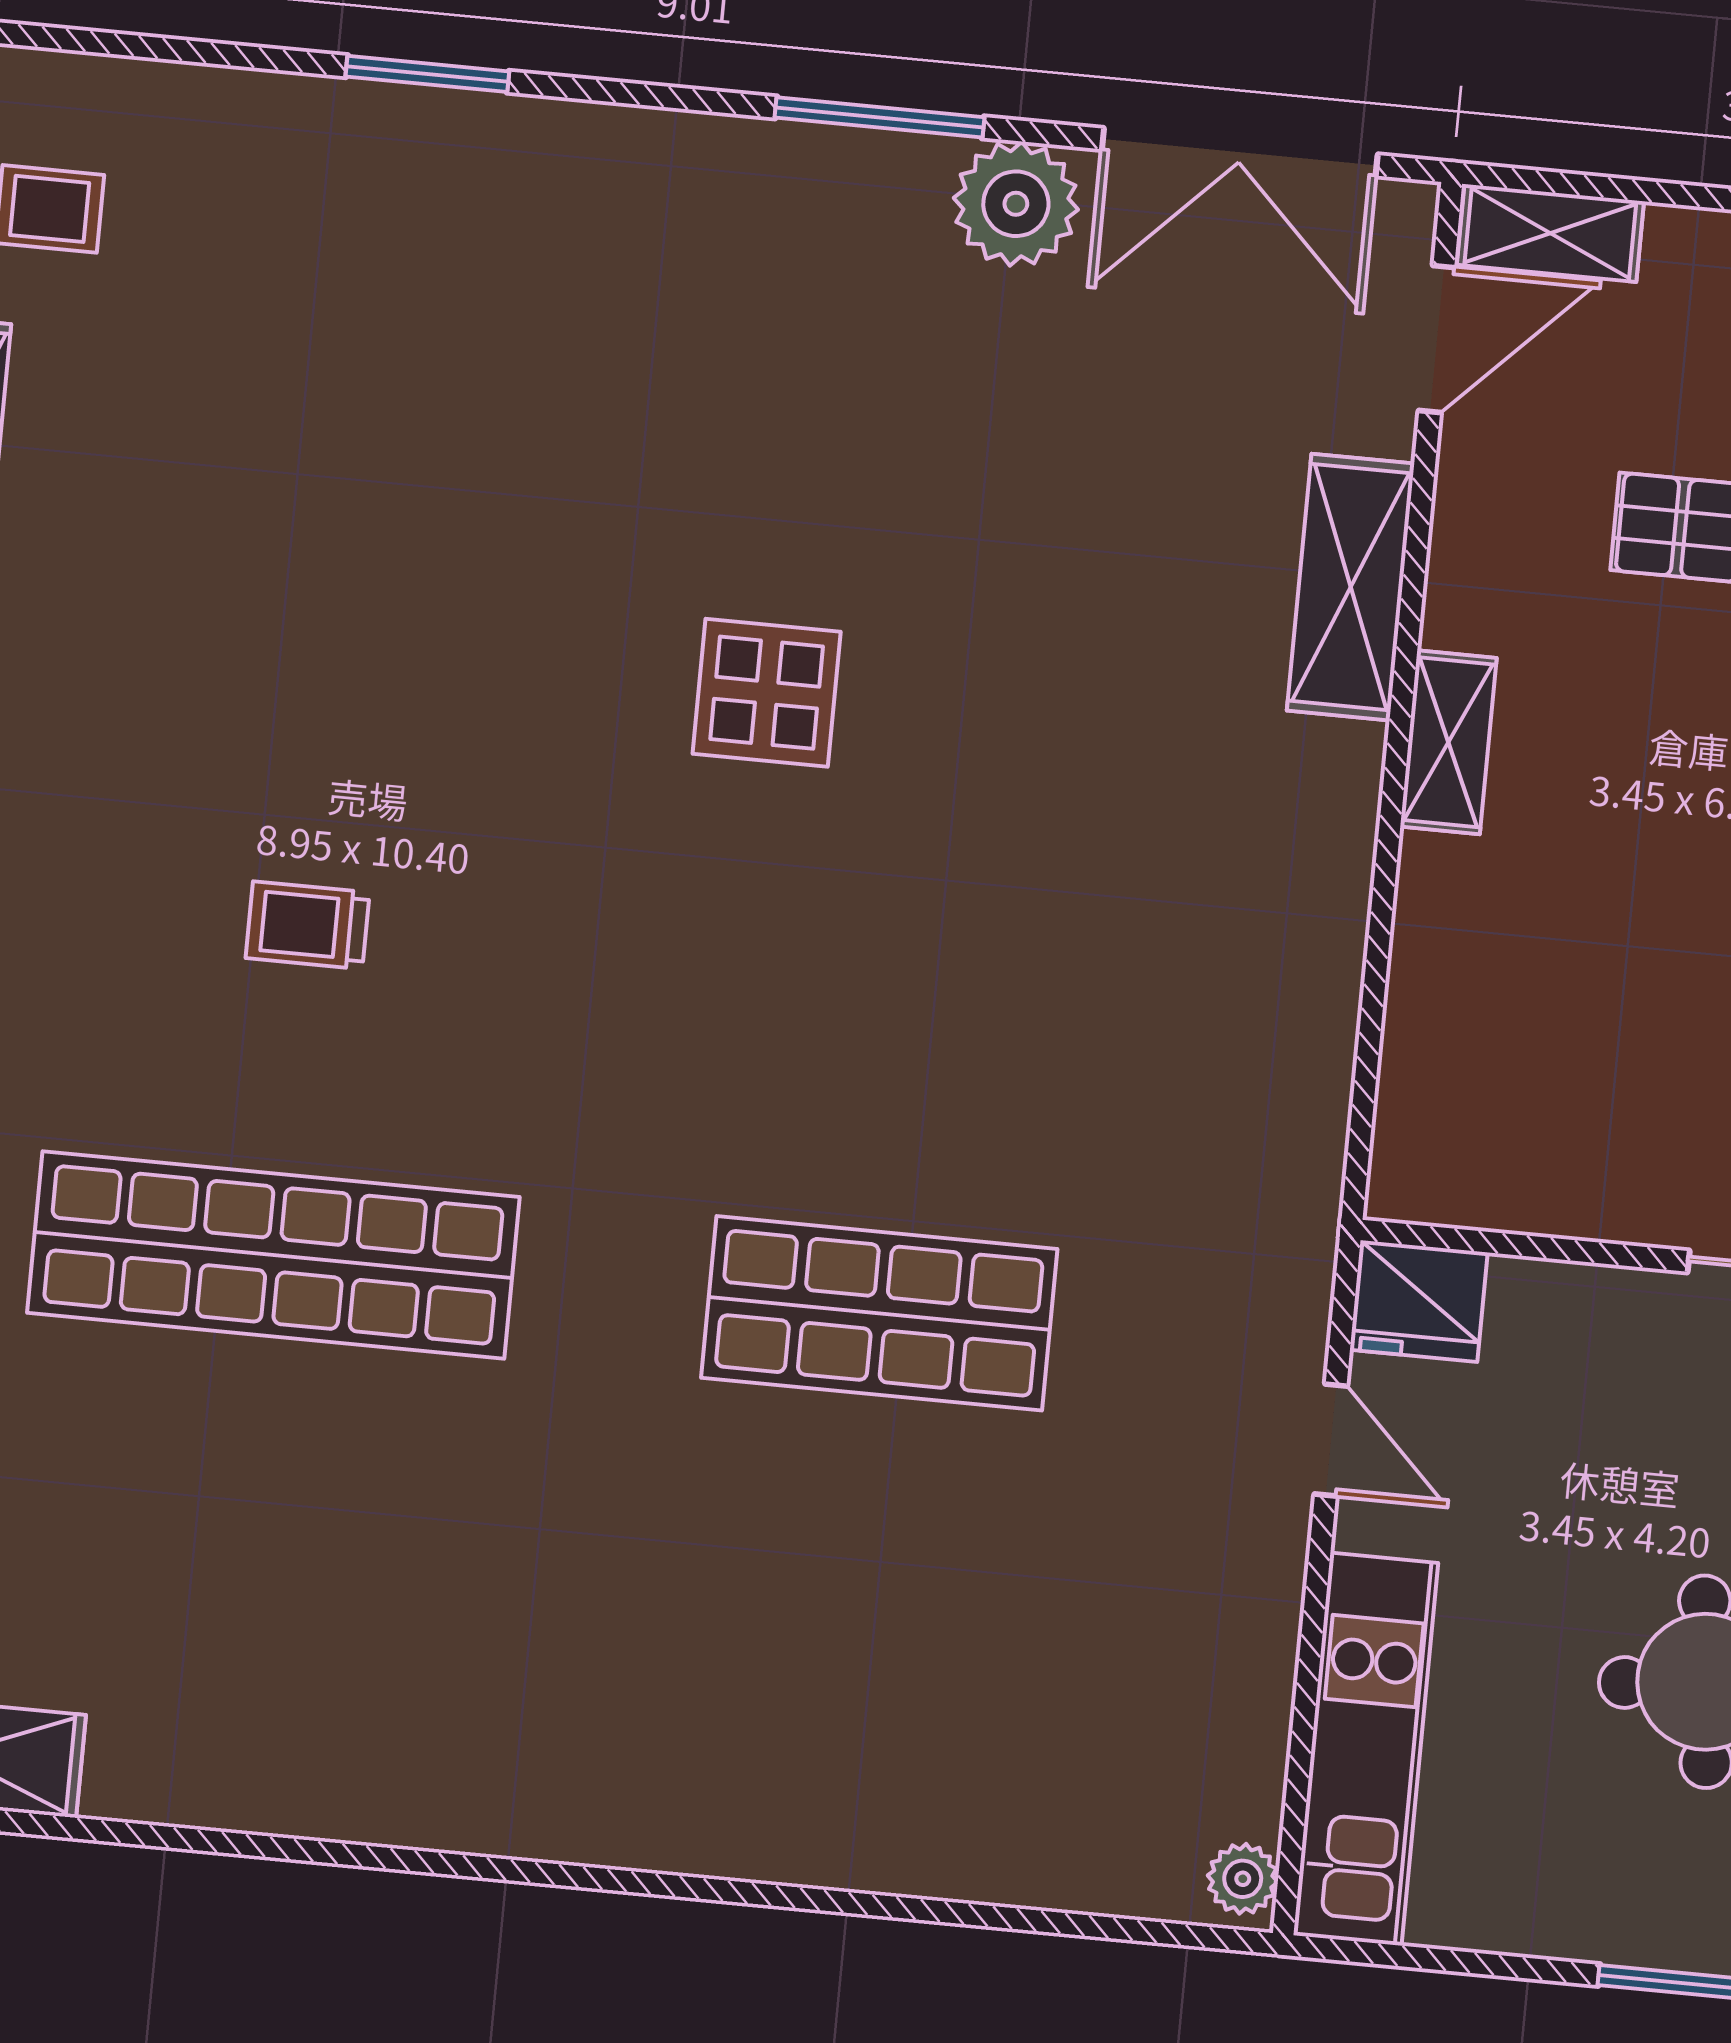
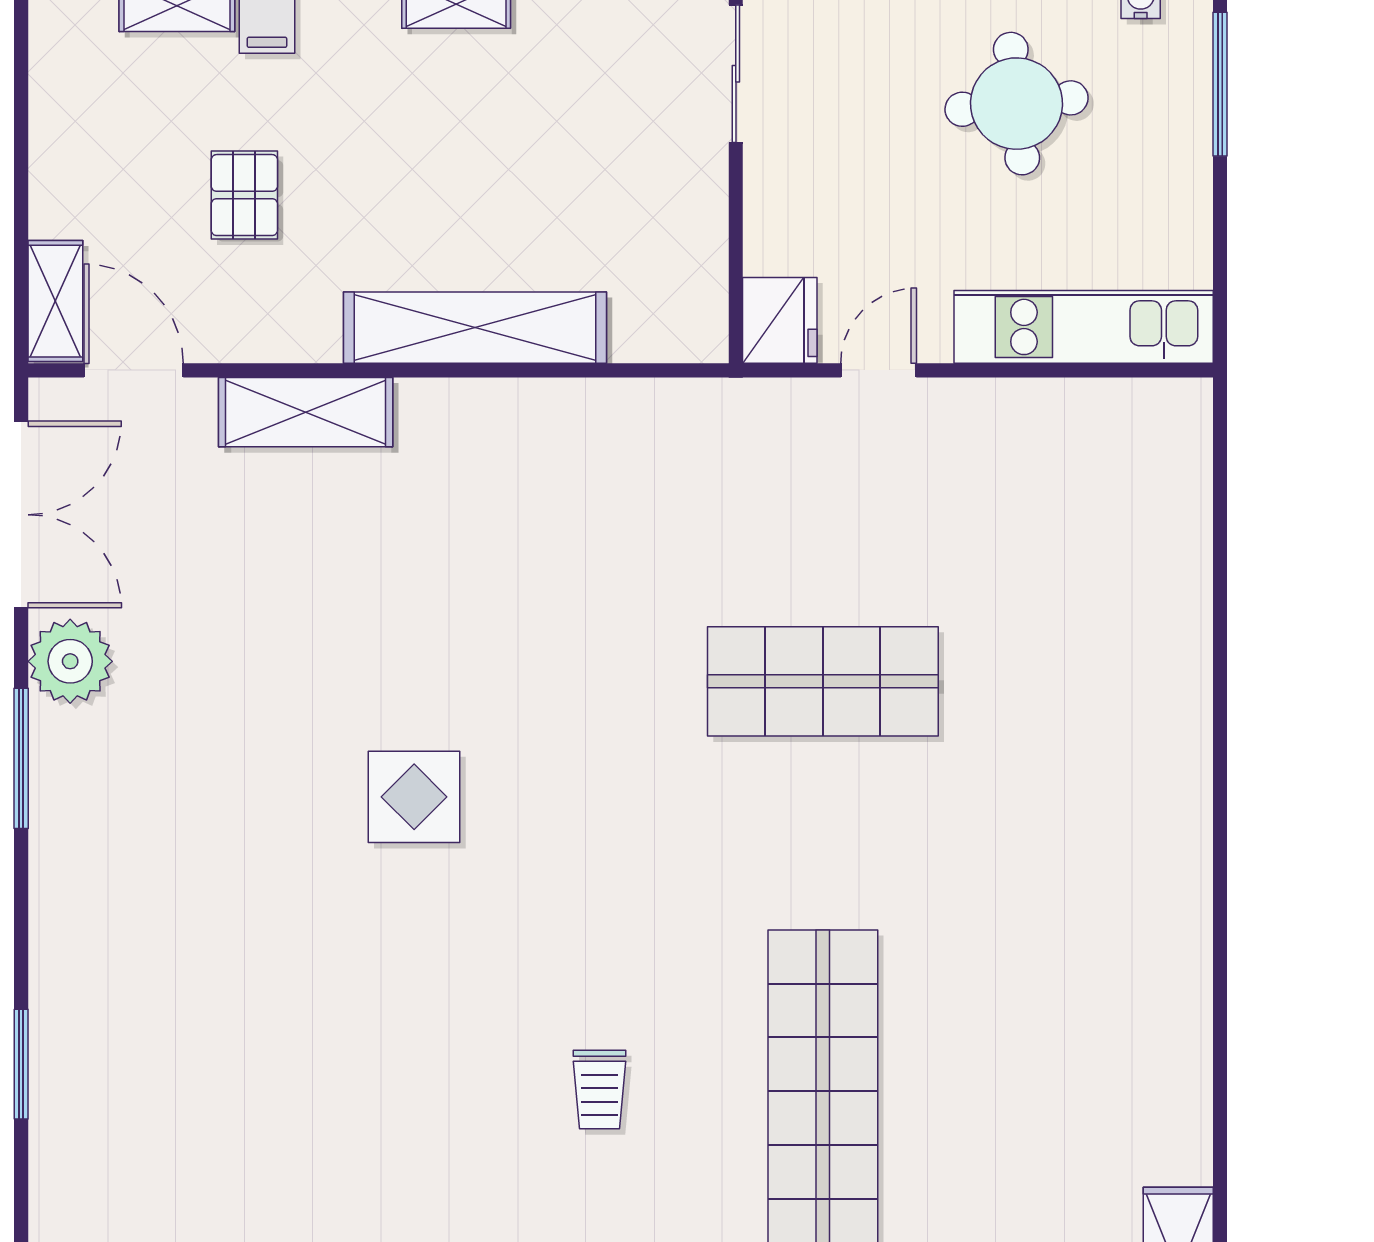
shelving: (1448, 742) -> (475, 328), width x2.20, depth x1.33
shop shelf: (879, 1313) -> (823, 681), turned 90
plant: (1243, 1879) -> (1178, 401), removed

